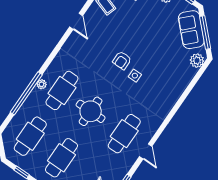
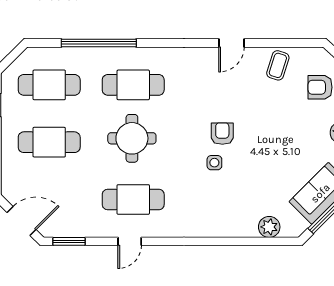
armchair: (122, 60) -> (222, 134), turned 90
plant: (197, 61) -> (269, 227), moved
plant: (42, 84) -> (123, 54), removed

